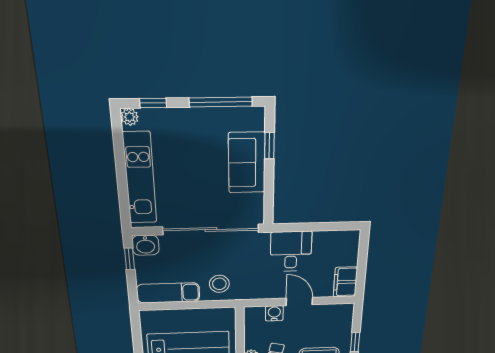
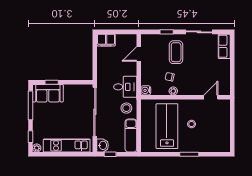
sofa: (247, 163) -> (48, 93), moved
desk: (291, 251) -> (125, 87), moved, turned 180
filing cabinet: (345, 282) -> (106, 40), moved
door: (299, 301) -> (139, 54), moved
water cooler: (274, 313) -> (146, 90), moved

